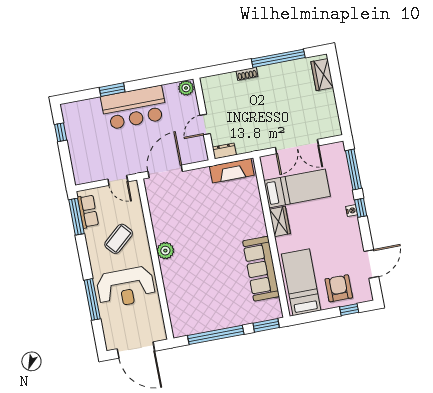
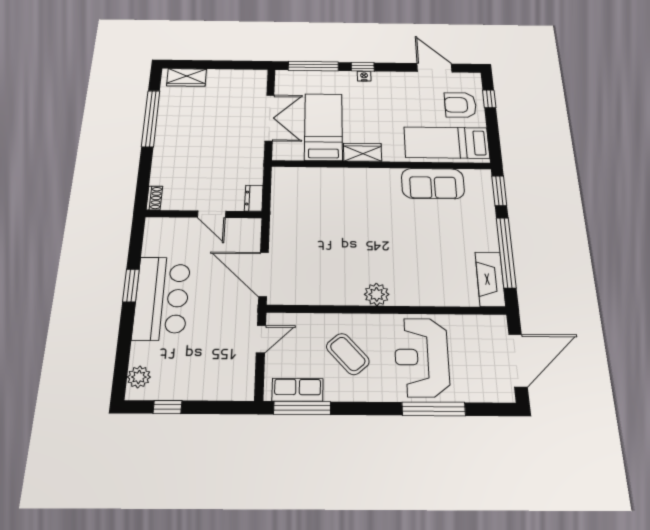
shoe rack: (247, 74) -> (154, 198), moved
plant: (186, 88) -> (139, 377), moved
window: (112, 90) -> (131, 285), moved
fireplace: (232, 171) -> (490, 279), moved, turned 180
sofa: (261, 269) -> (433, 184), width x0.73
reception desk: (126, 287) -> (422, 357), turned 180

